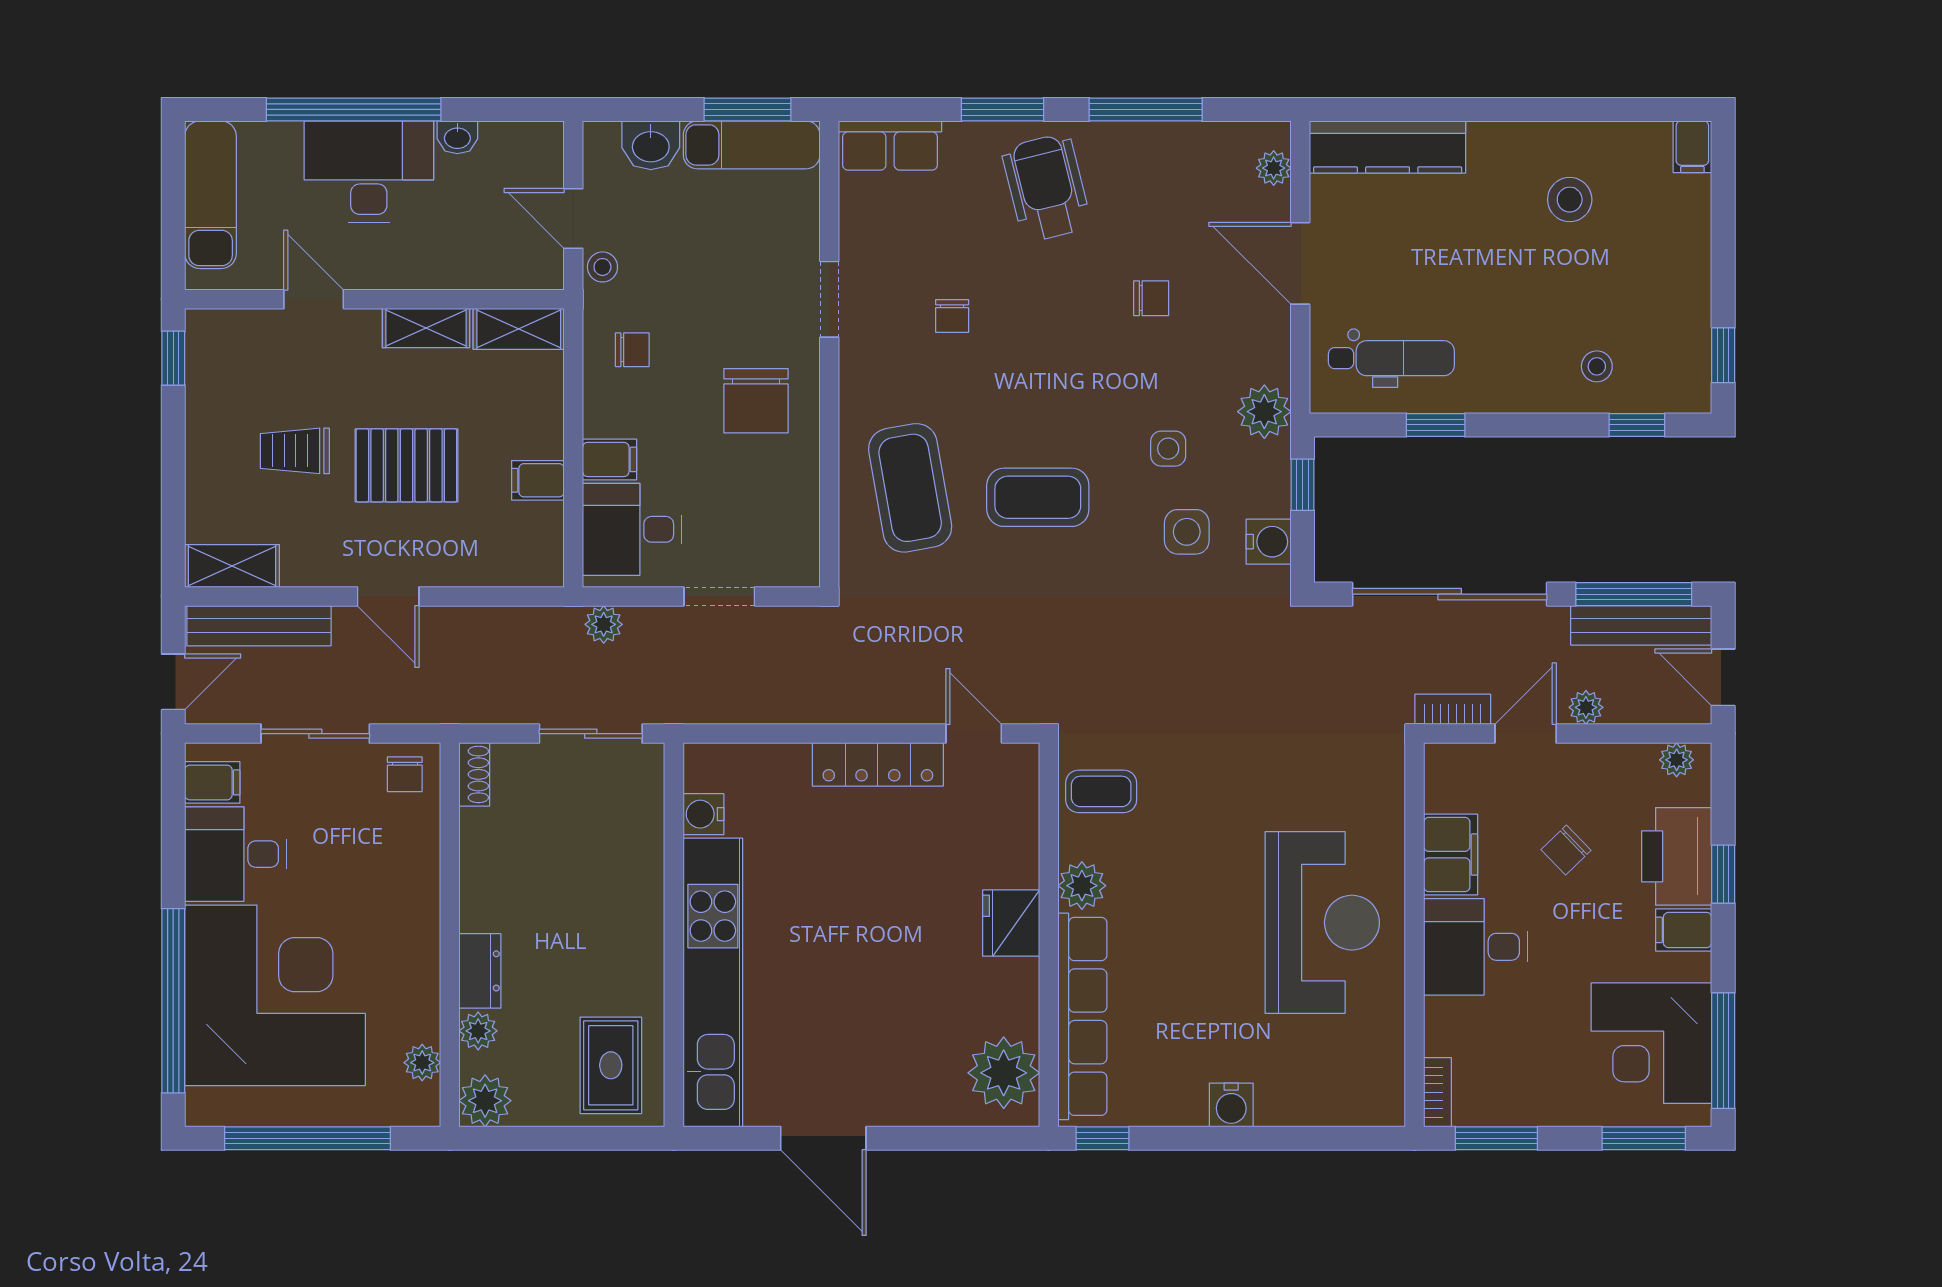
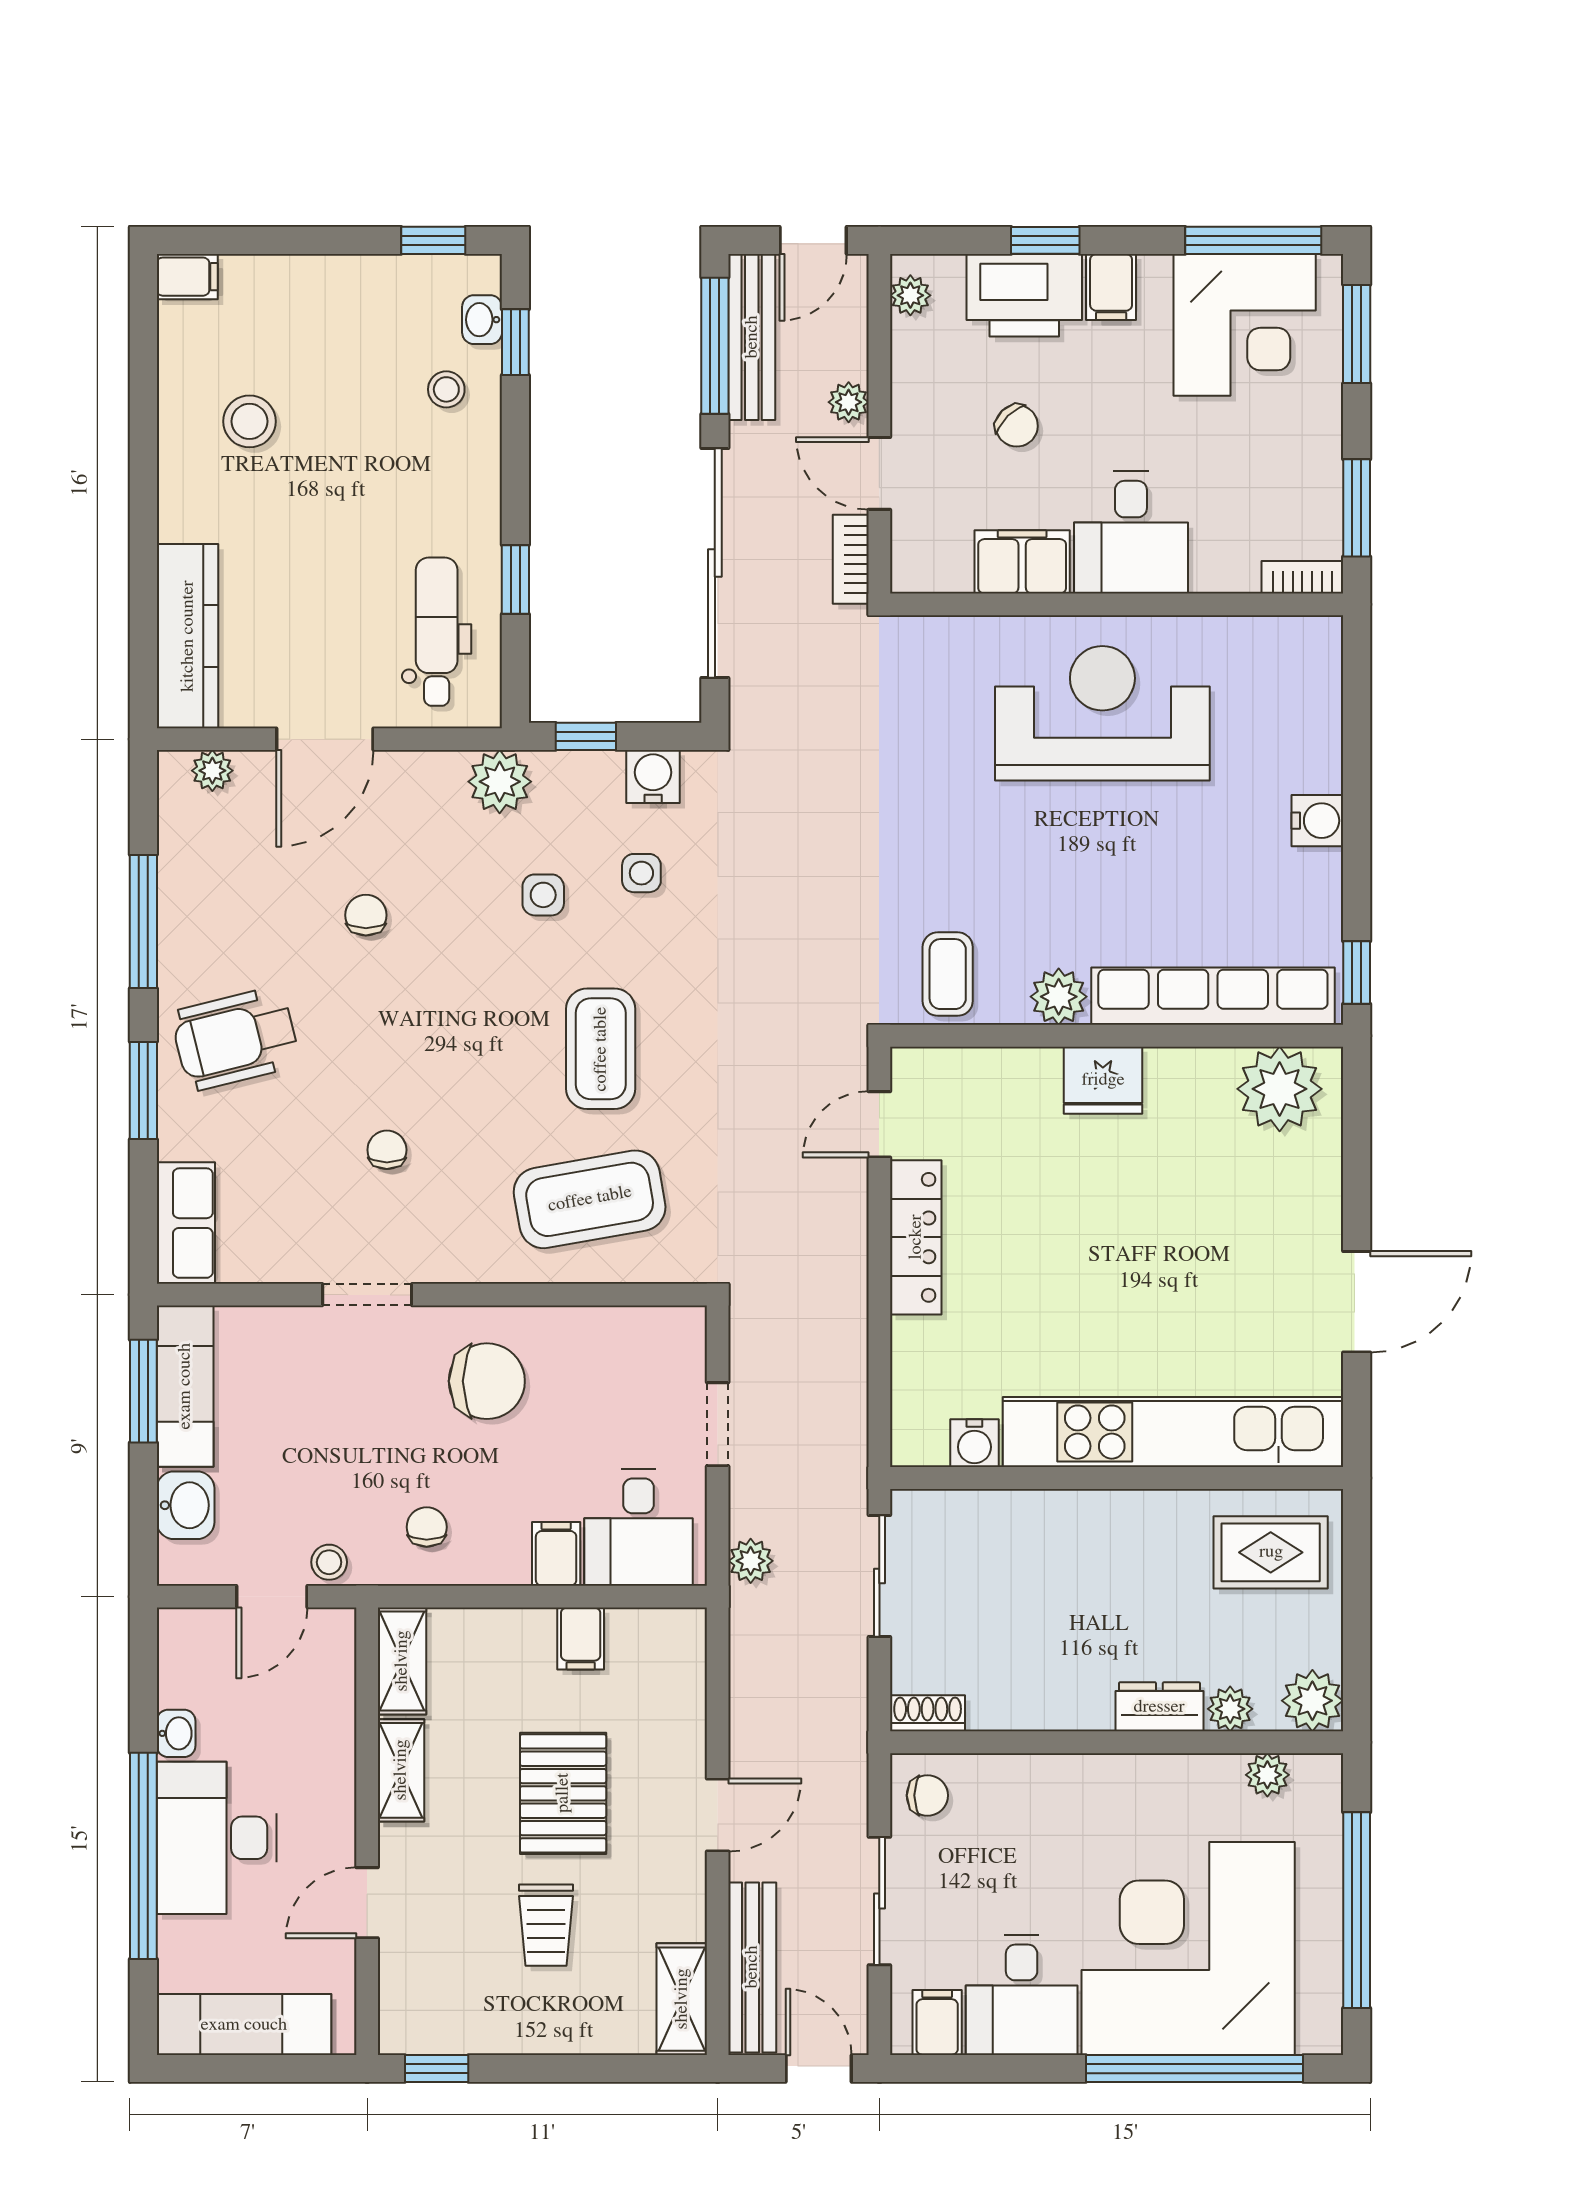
chair: (952, 316) -> (387, 1150), turned -90
washbasin: (1656, 397) -> (482, 320), added
side table: (1187, 532) -> (641, 873), width x0.73, depth x0.73

